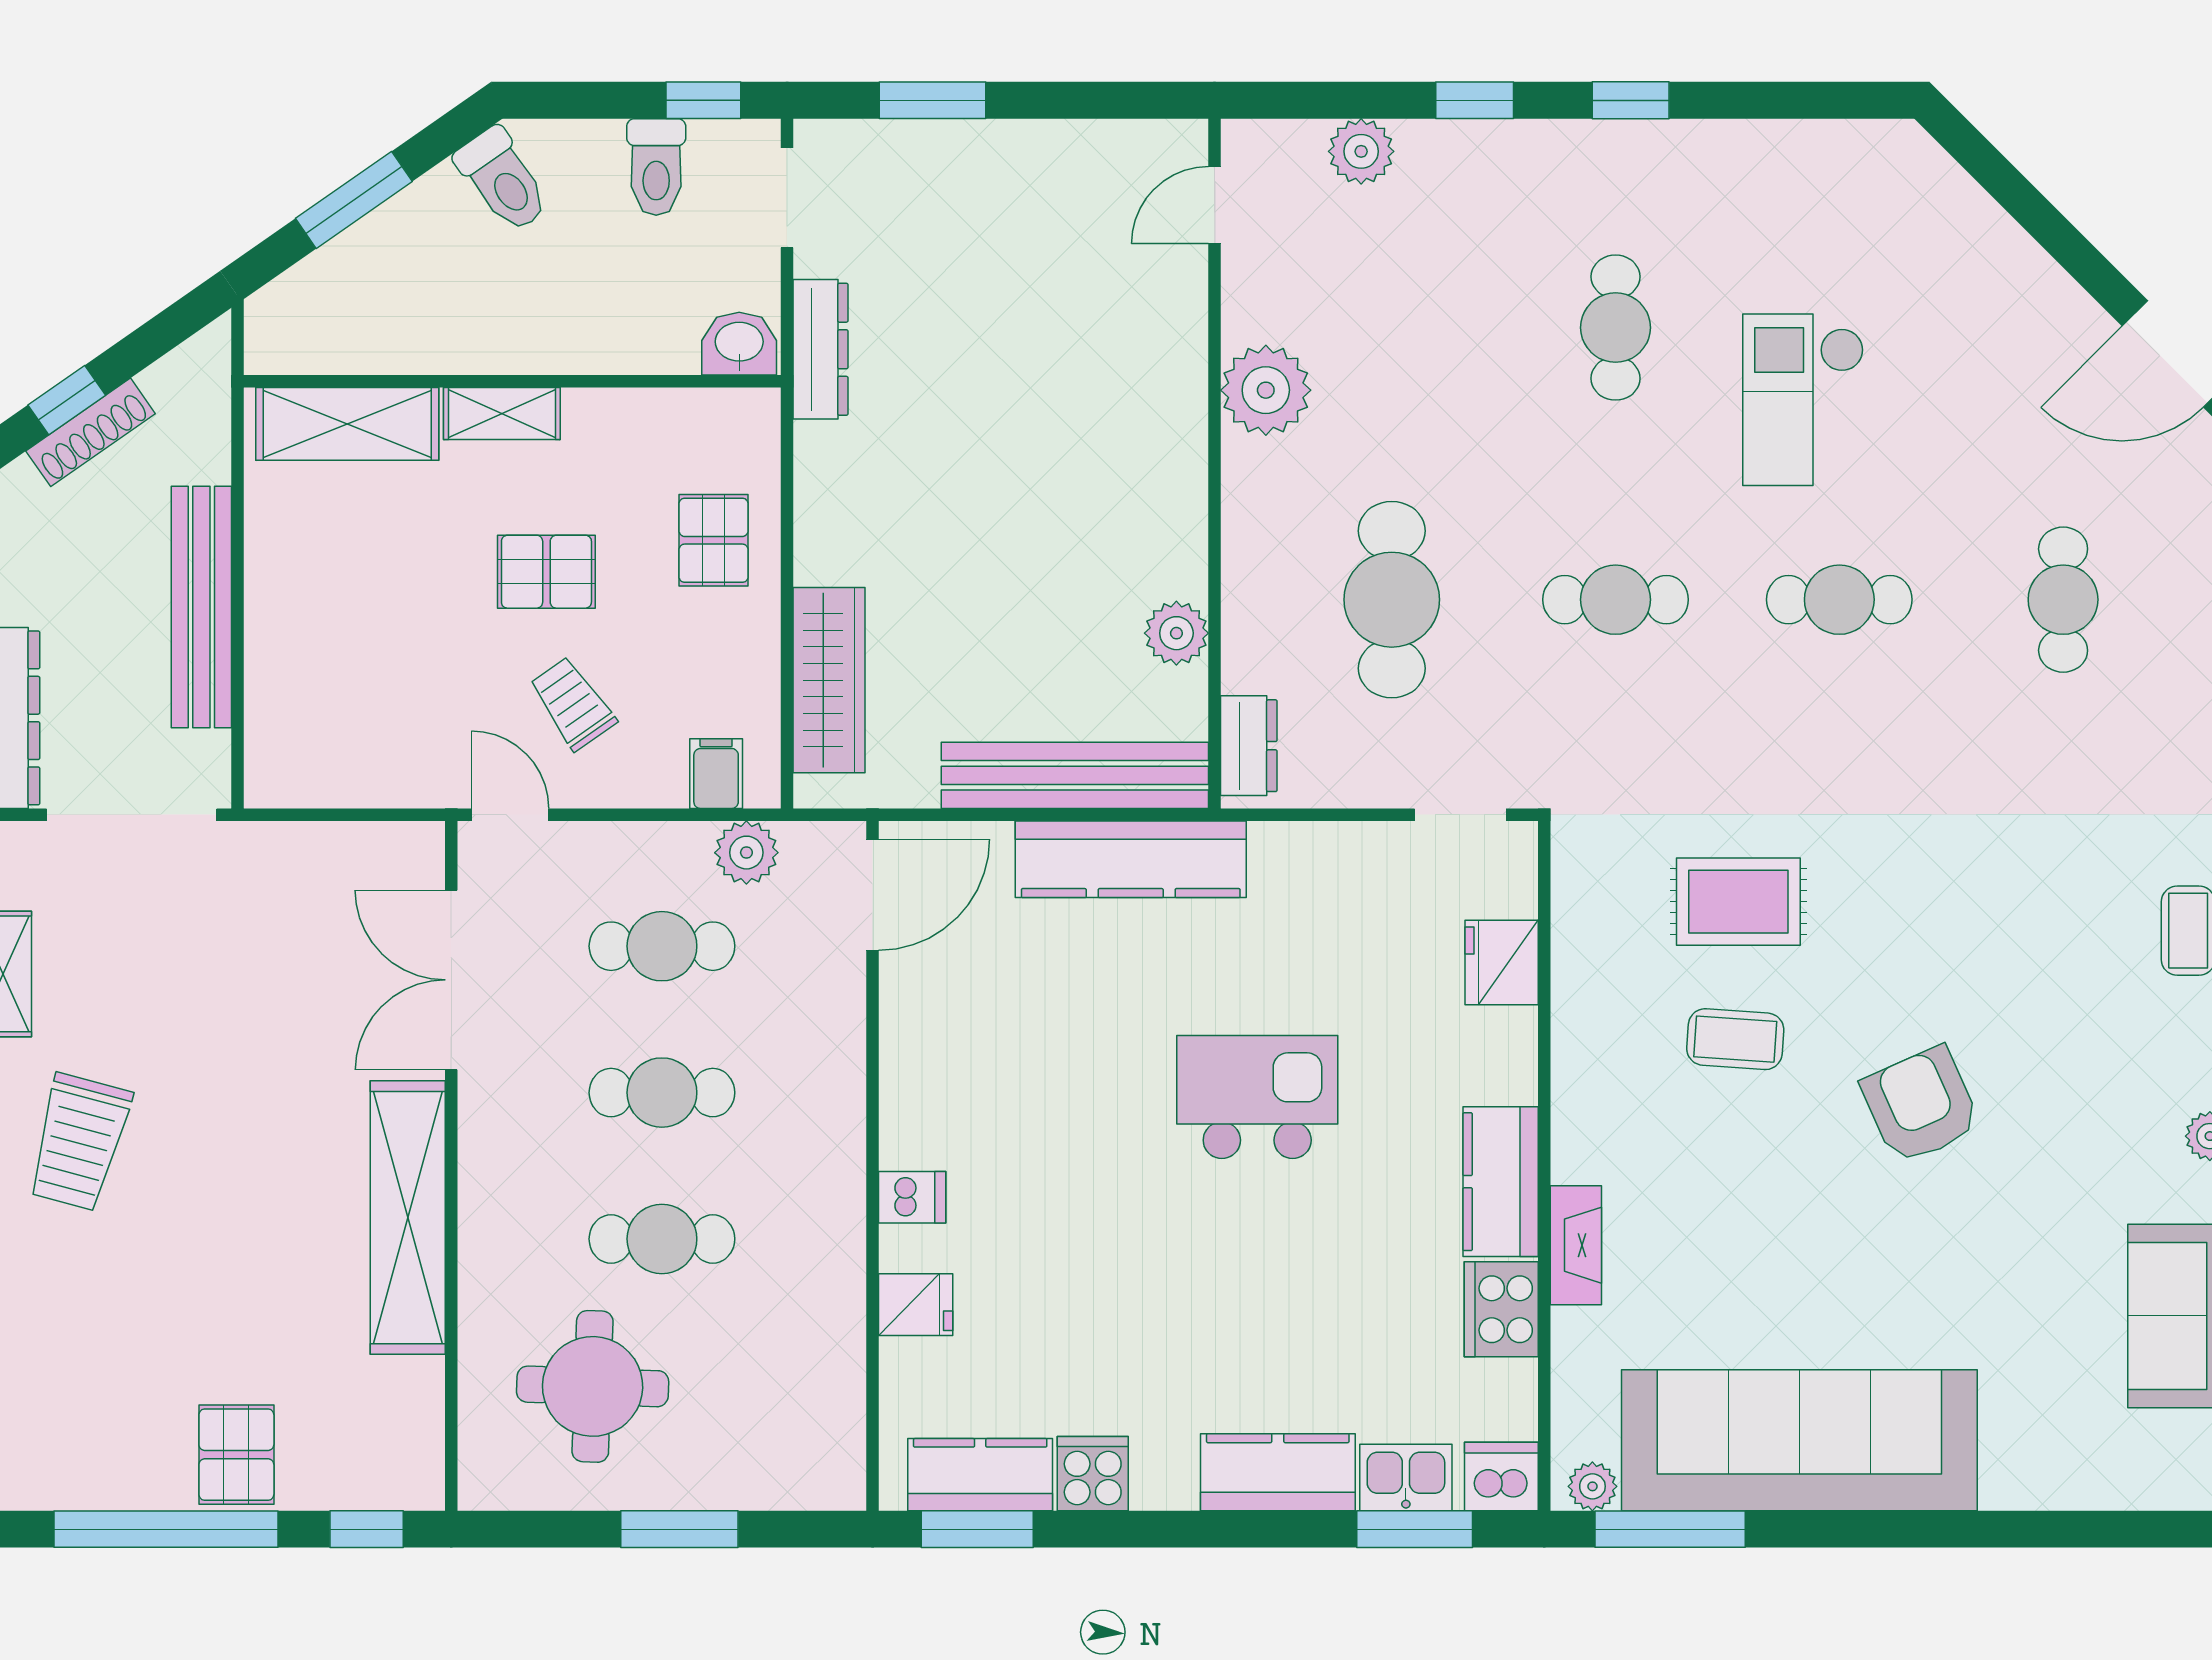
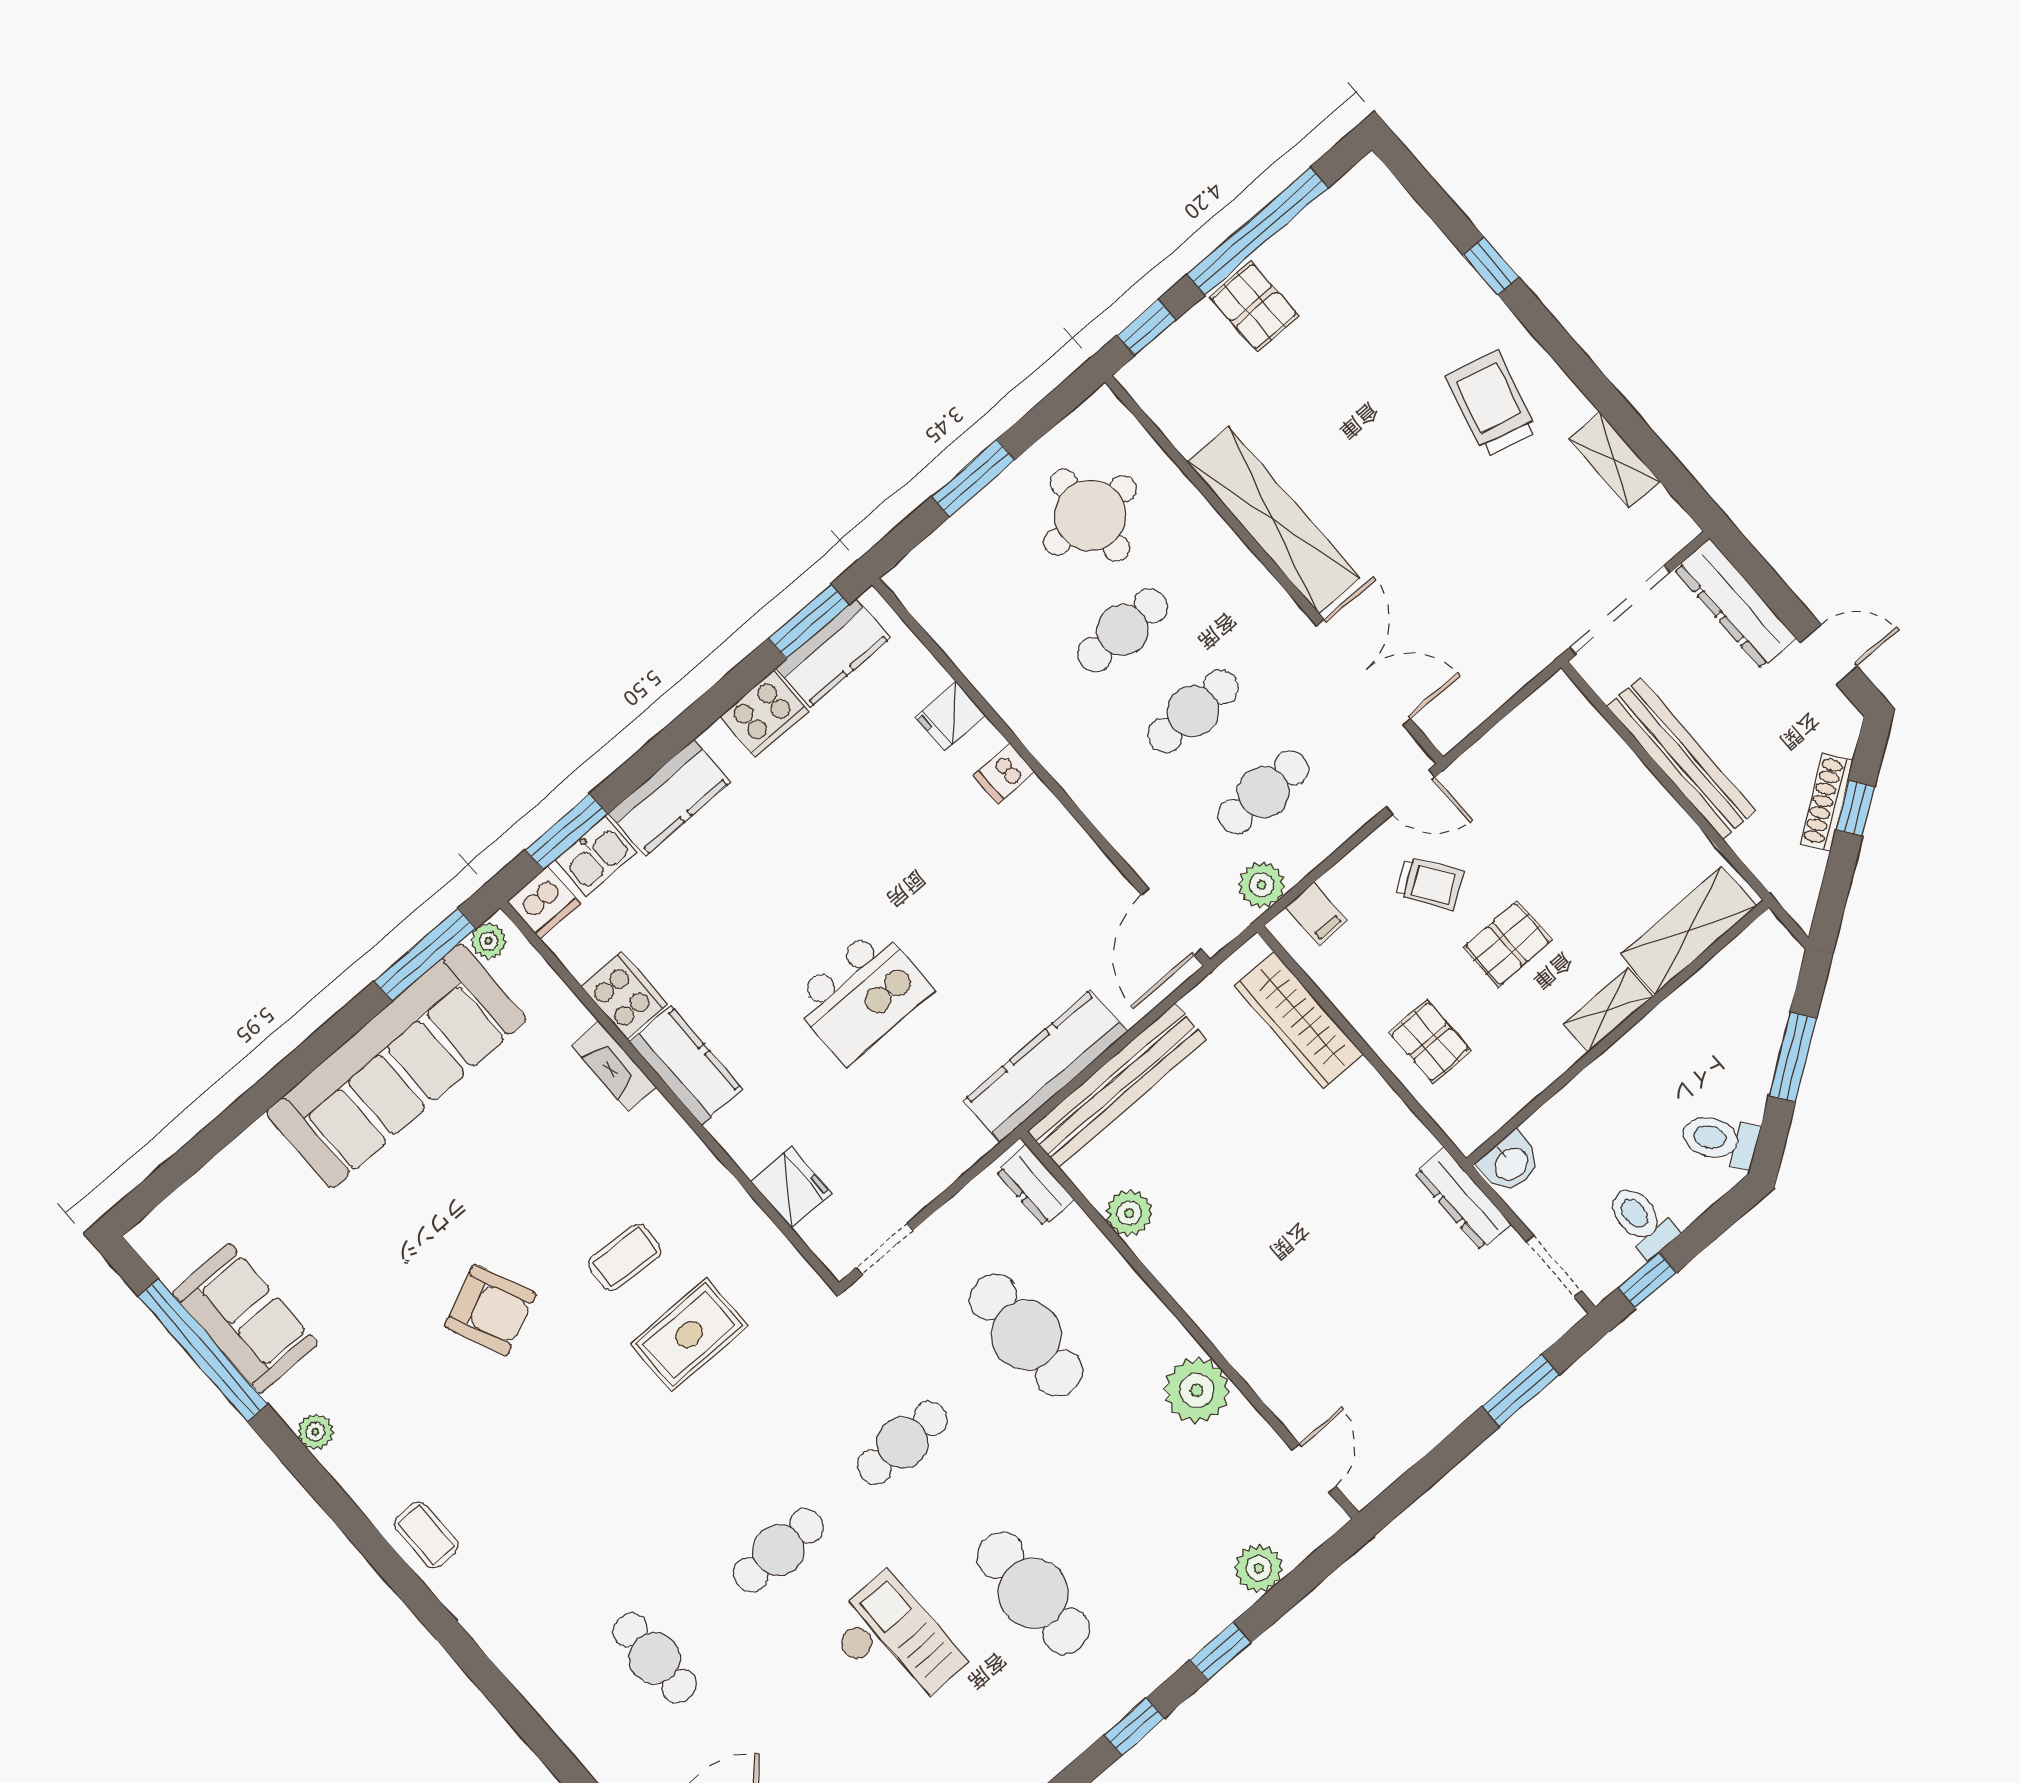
cafe table: (1616, 328) -> (1033, 1593), width x1.37, depth x1.35
cooker: (1093, 1474) -> (764, 714), width x1.36

